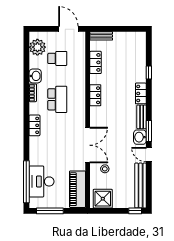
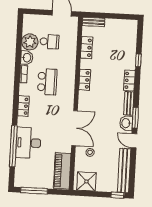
plant: (37, 47) -> (30, 42), moved
desk: (42, 181) -> (28, 143), moved
window: (26, 182) -> (13, 146), moved

